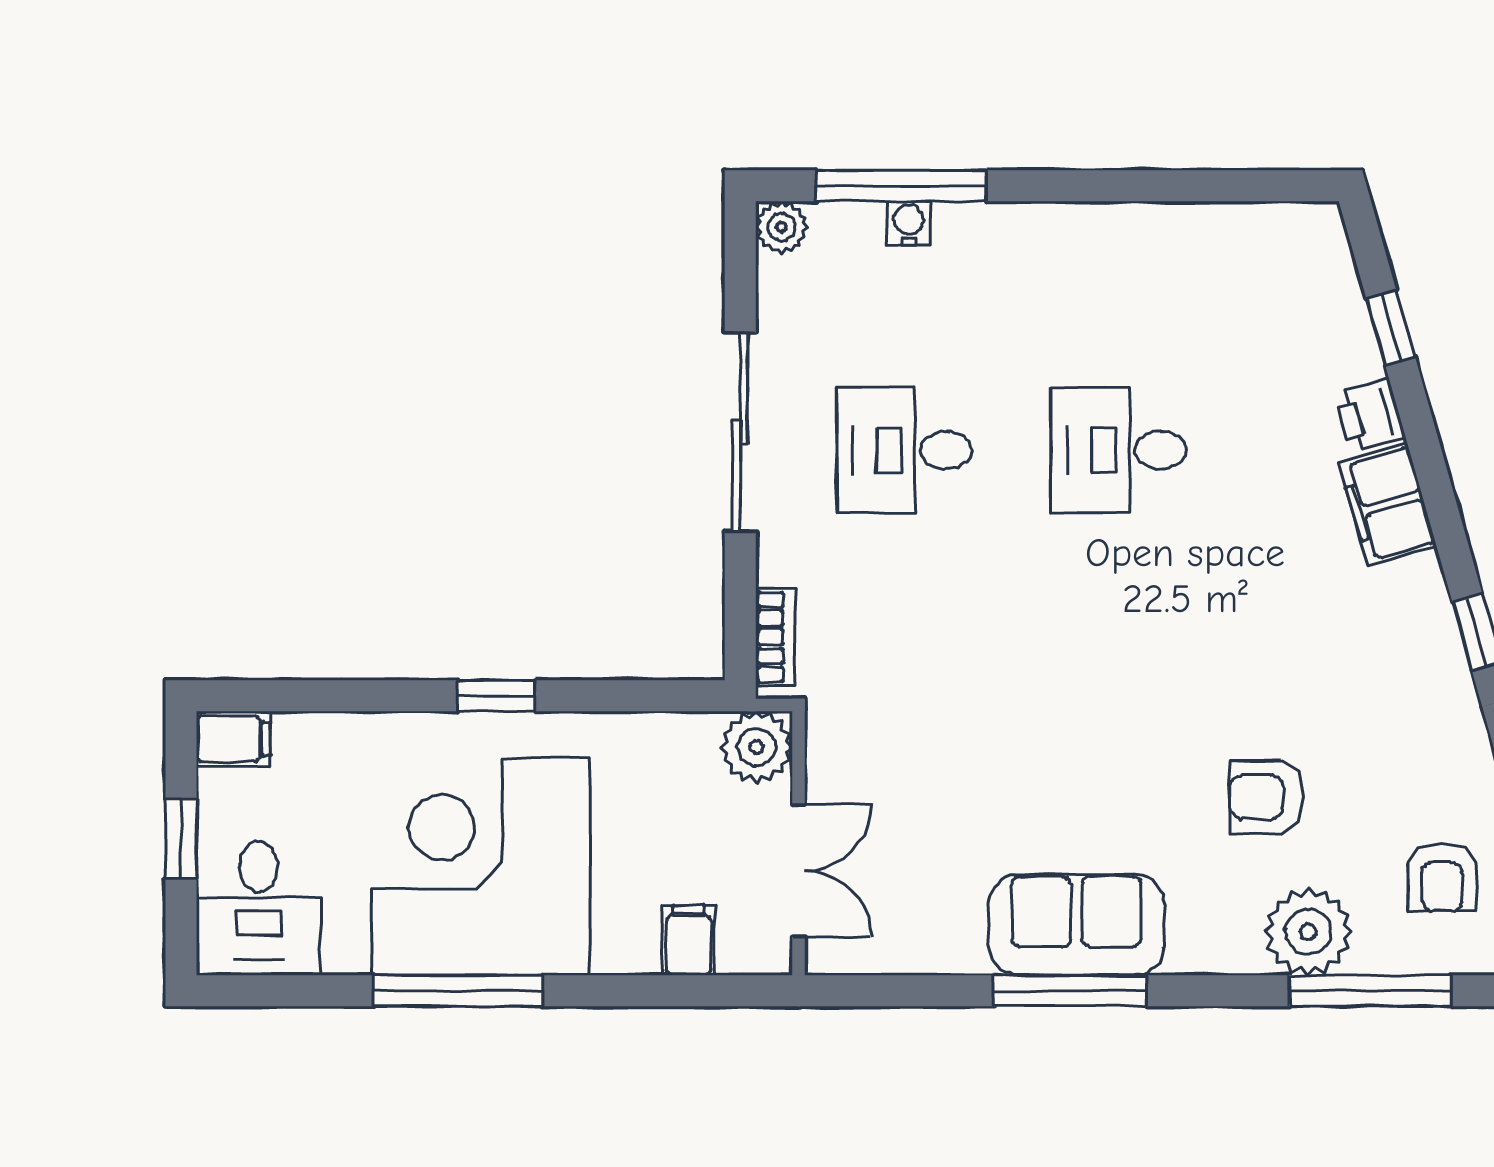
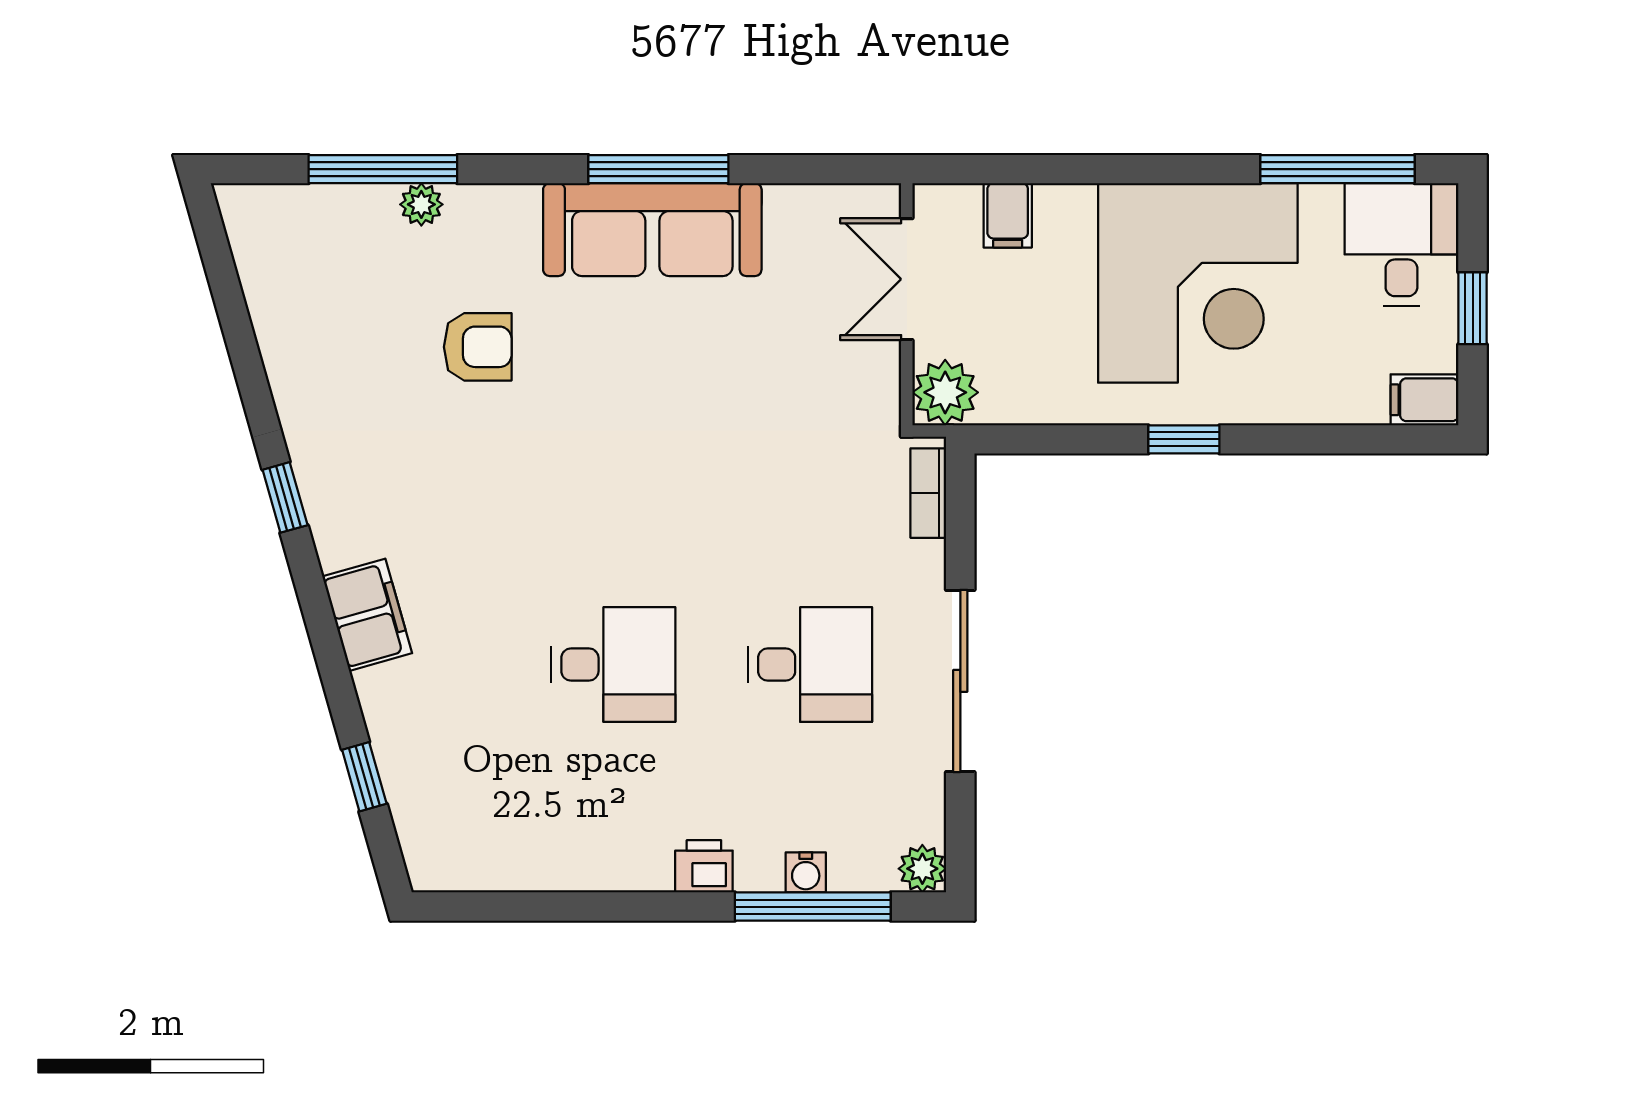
printer: (1370, 416) -> (704, 866), moved, turned -74
armchair: (1442, 877) -> (317, 273), removed
sofa: (1076, 925) -> (652, 230), width x1.36
plant: (1308, 932) -> (421, 204), width x0.53, depth x0.53
window: (458, 991) -> (1337, 169), moved

